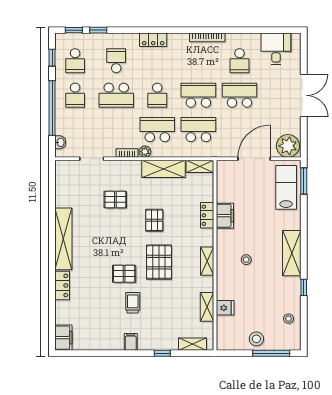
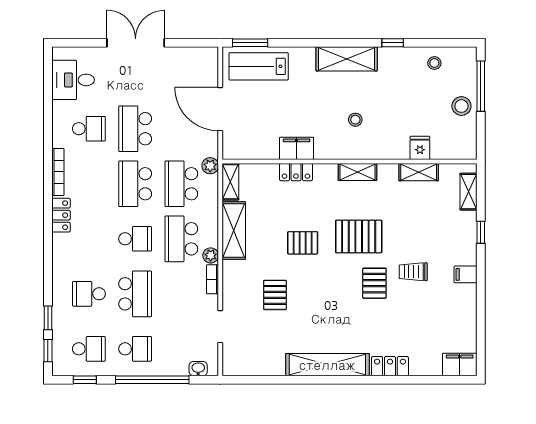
locker: (153, 40) -> (61, 215), moved
plant: (288, 146) -> (210, 166), moved, width x0.53, depth x0.53

